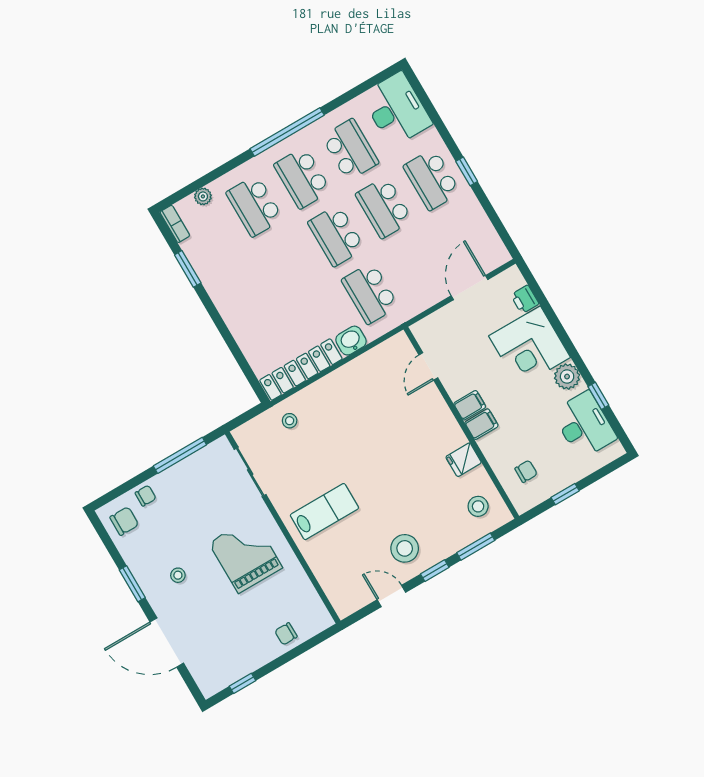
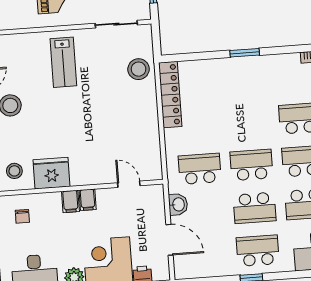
school desk: (384, 207) -> (255, 208), turned 180
window: (188, 269) -> (245, 53), moved
washbasin: (351, 341) -> (178, 204), moved
stool: (290, 421) -> (139, 69), width x1.89, depth x1.89
fridge: (464, 460) -> (52, 173), width x1.88, depth x1.34

